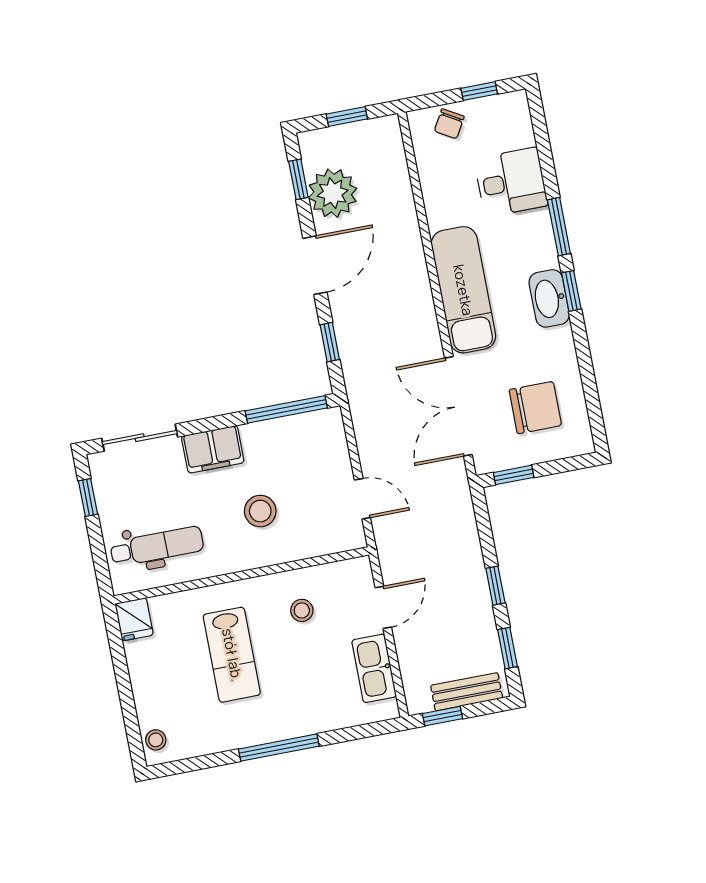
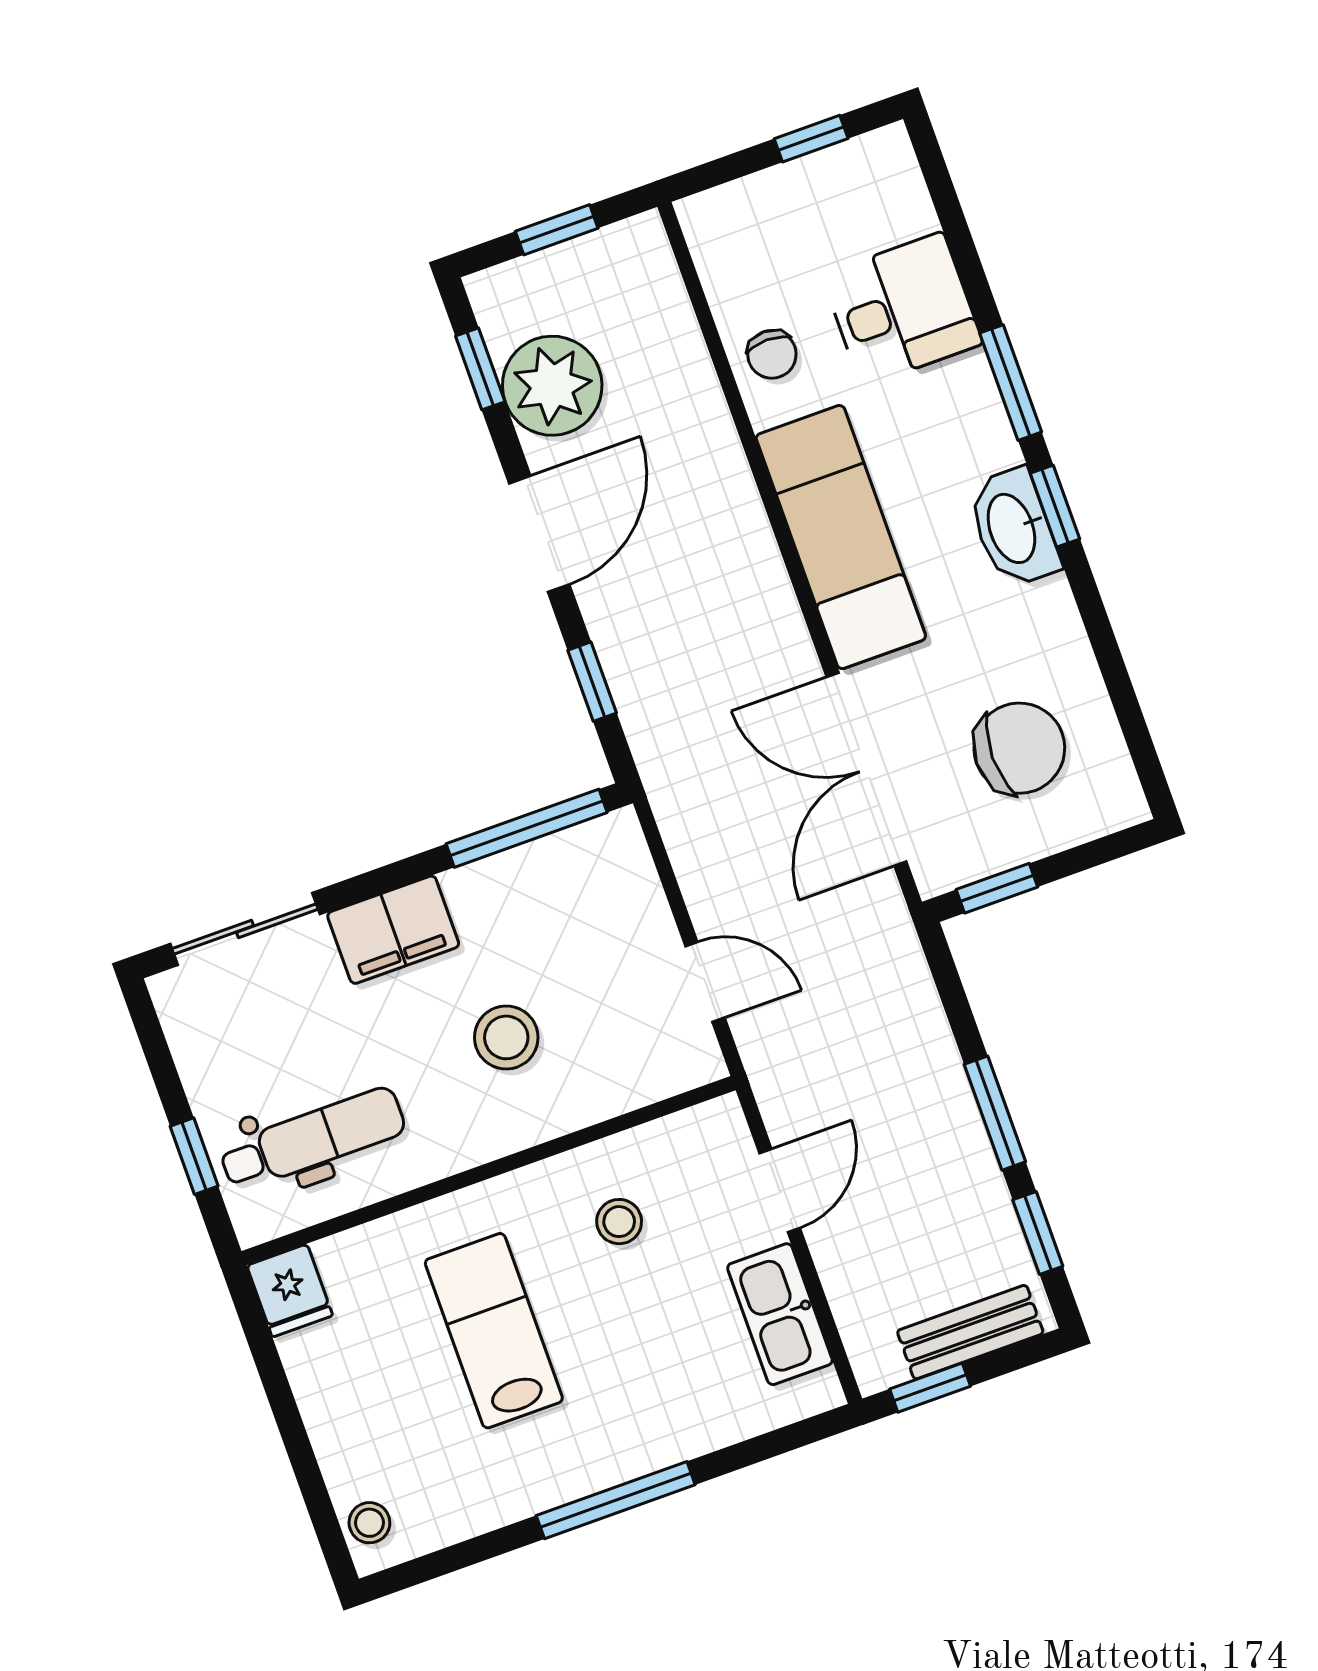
chair: (449, 124) -> (772, 354), moved, turned -30
window: (88, 497) -> (194, 1156), moved
window: (495, 586) -> (995, 1113), width x1.50
lab bench: (232, 655) -> (494, 1331), turned 180

